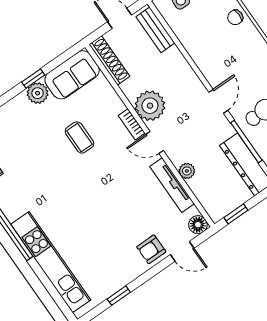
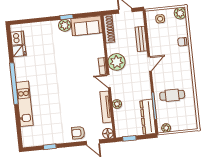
bench: (155, 30) -> (141, 39), moved
door: (218, 101) -> (150, 64), moved
coffee table: (79, 137) -> (73, 58), removed
kitchen unit: (51, 262) -> (25, 104), width x0.73

